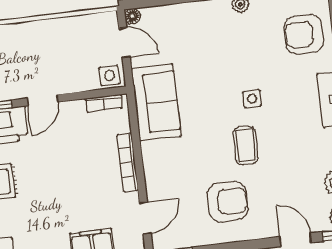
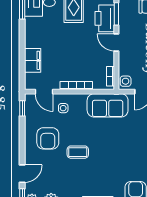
side table: (252, 99) -> (63, 108), moved

